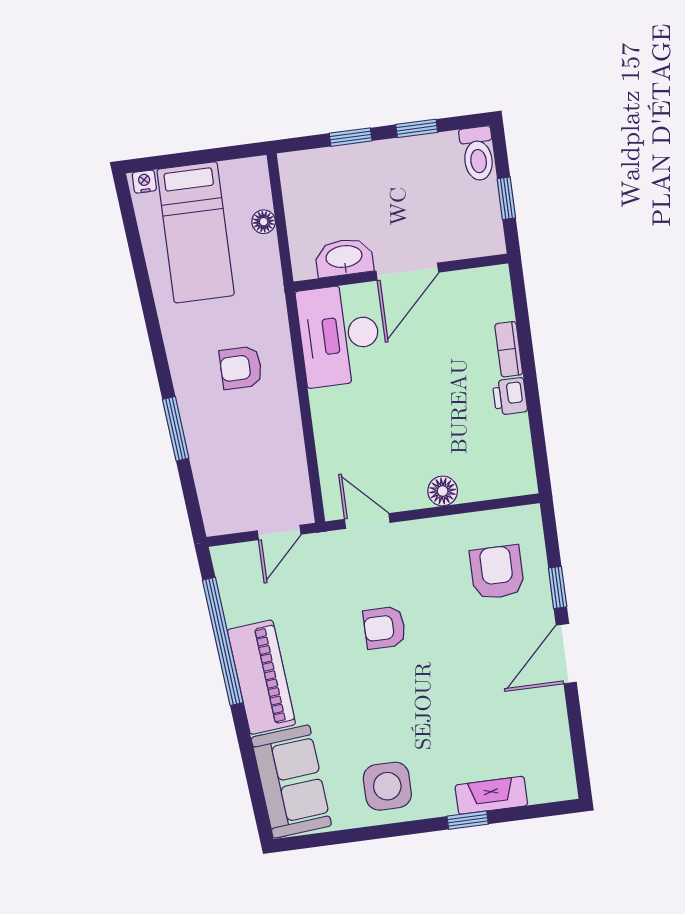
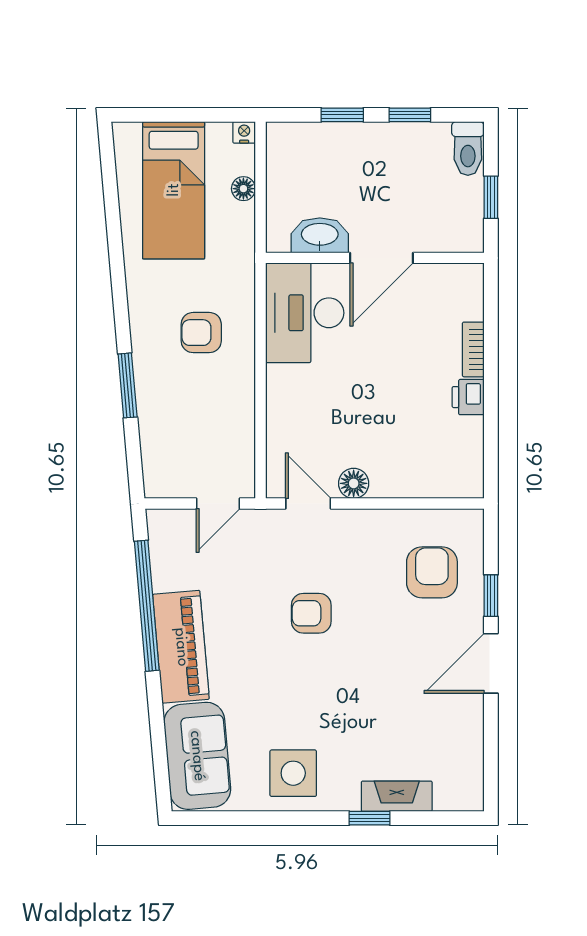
nightstand: (144, 182) -> (244, 132), moved
floor lamp: (443, 491) -> (354, 483), moved

